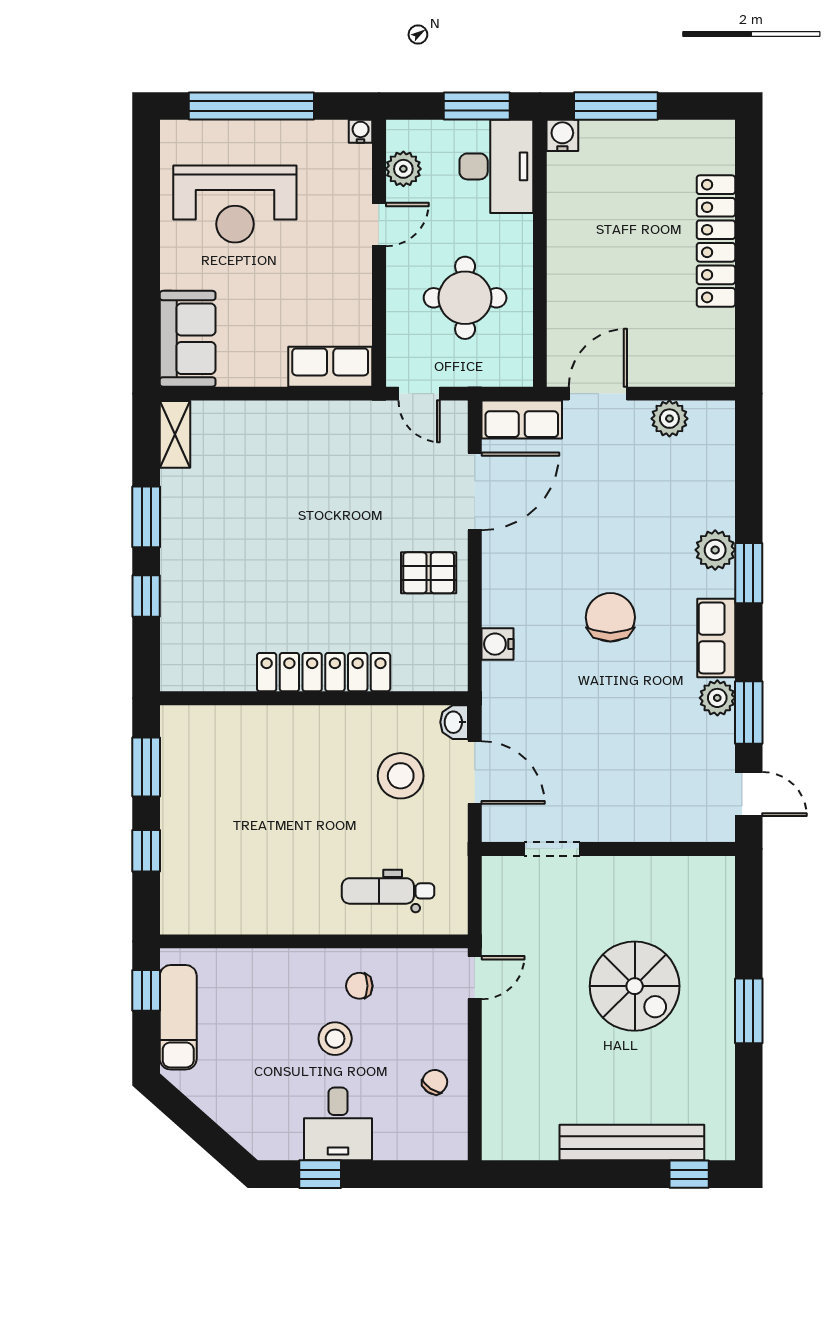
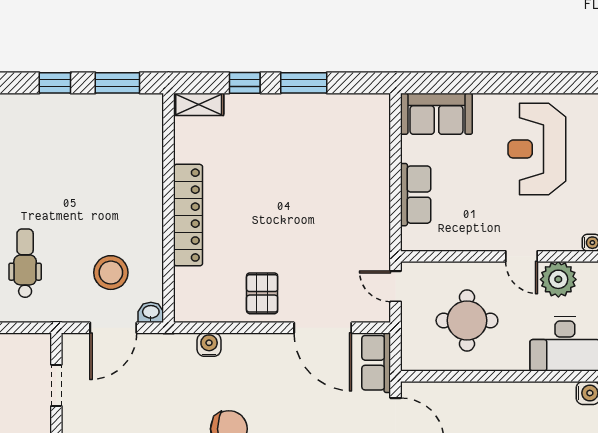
plant: (403, 169) -> (558, 279), width x1.36, depth x1.36
row of seats: (330, 367) -> (416, 195), moved
door: (419, 394) -> (396, 286), hinge flipped
shelving: (175, 434) -> (199, 104), moved

